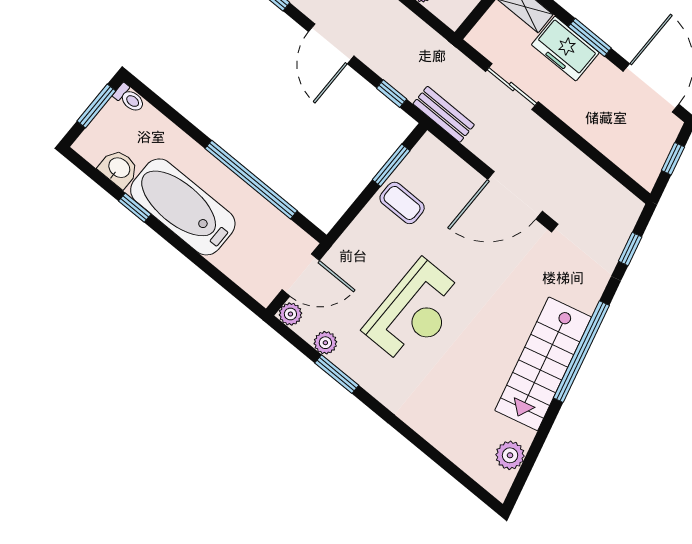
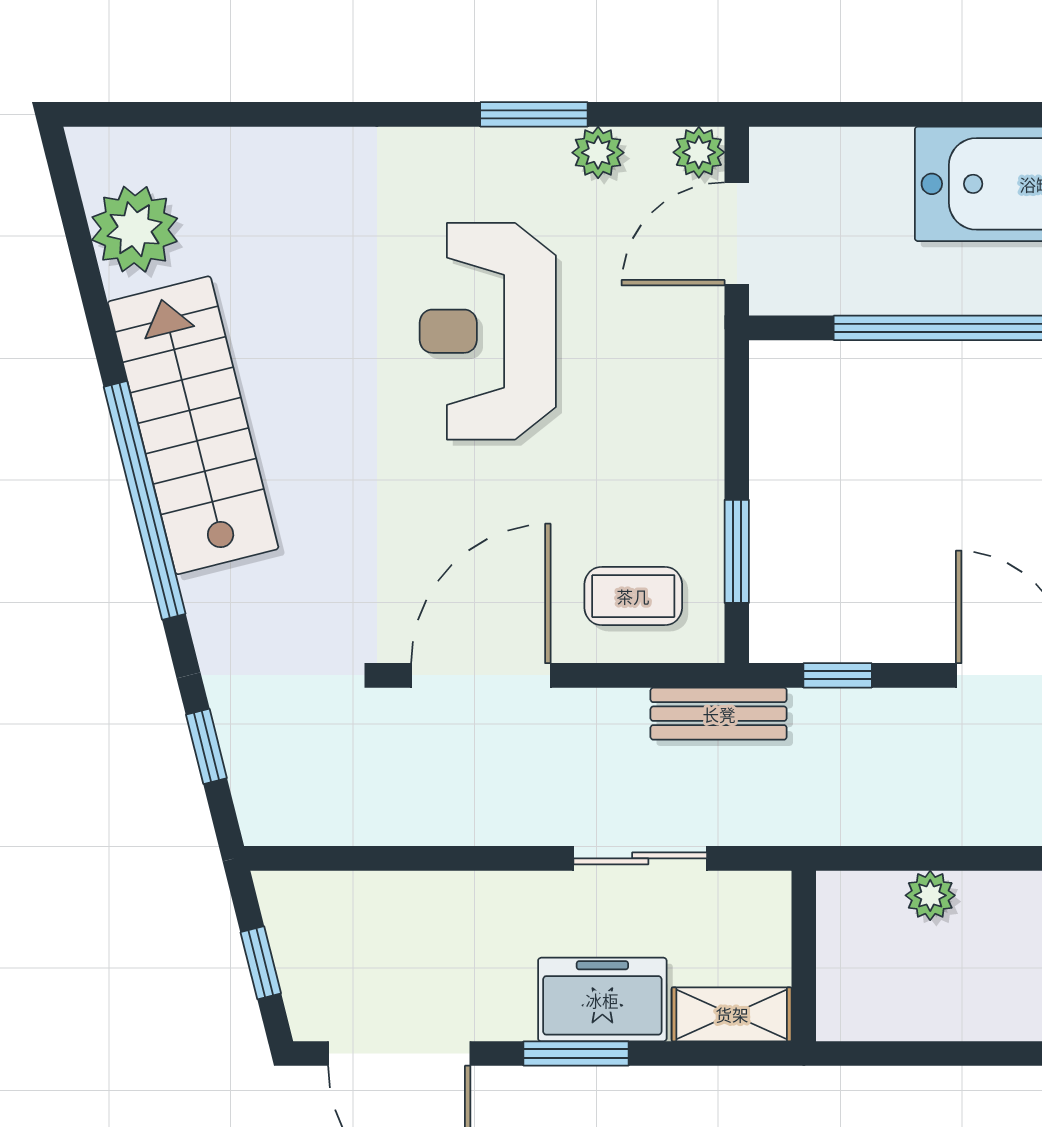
coffee table: (402, 203) -> (633, 596), moved
plant: (510, 455) -> (135, 229), width x1.36, depth x1.36

